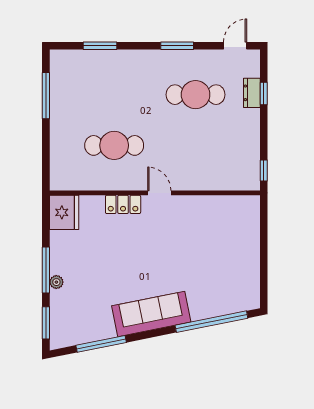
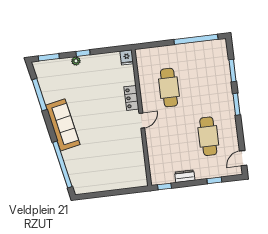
window: (177, 46) -> (237, 104), moved
door: (235, 46) -> (243, 158), swing flipped
dresser: (252, 93) -> (185, 176), moved
window: (46, 96) -> (196, 39), width x1.46
fridge: (64, 212) -> (127, 57), width x0.53, depth x0.75
window: (46, 270) -> (83, 53), width x0.46

